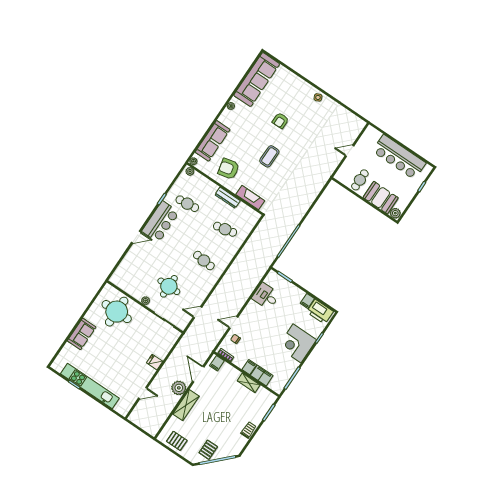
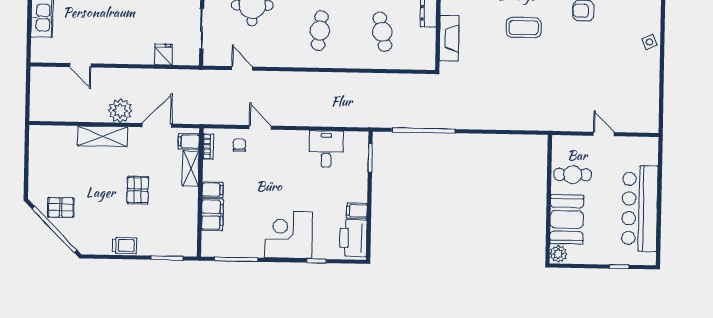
fridge: (155, 362) -> (163, 54), moved
shelving: (249, 383) -> (191, 168), moved
pallet: (177, 441) -> (138, 190), moved

